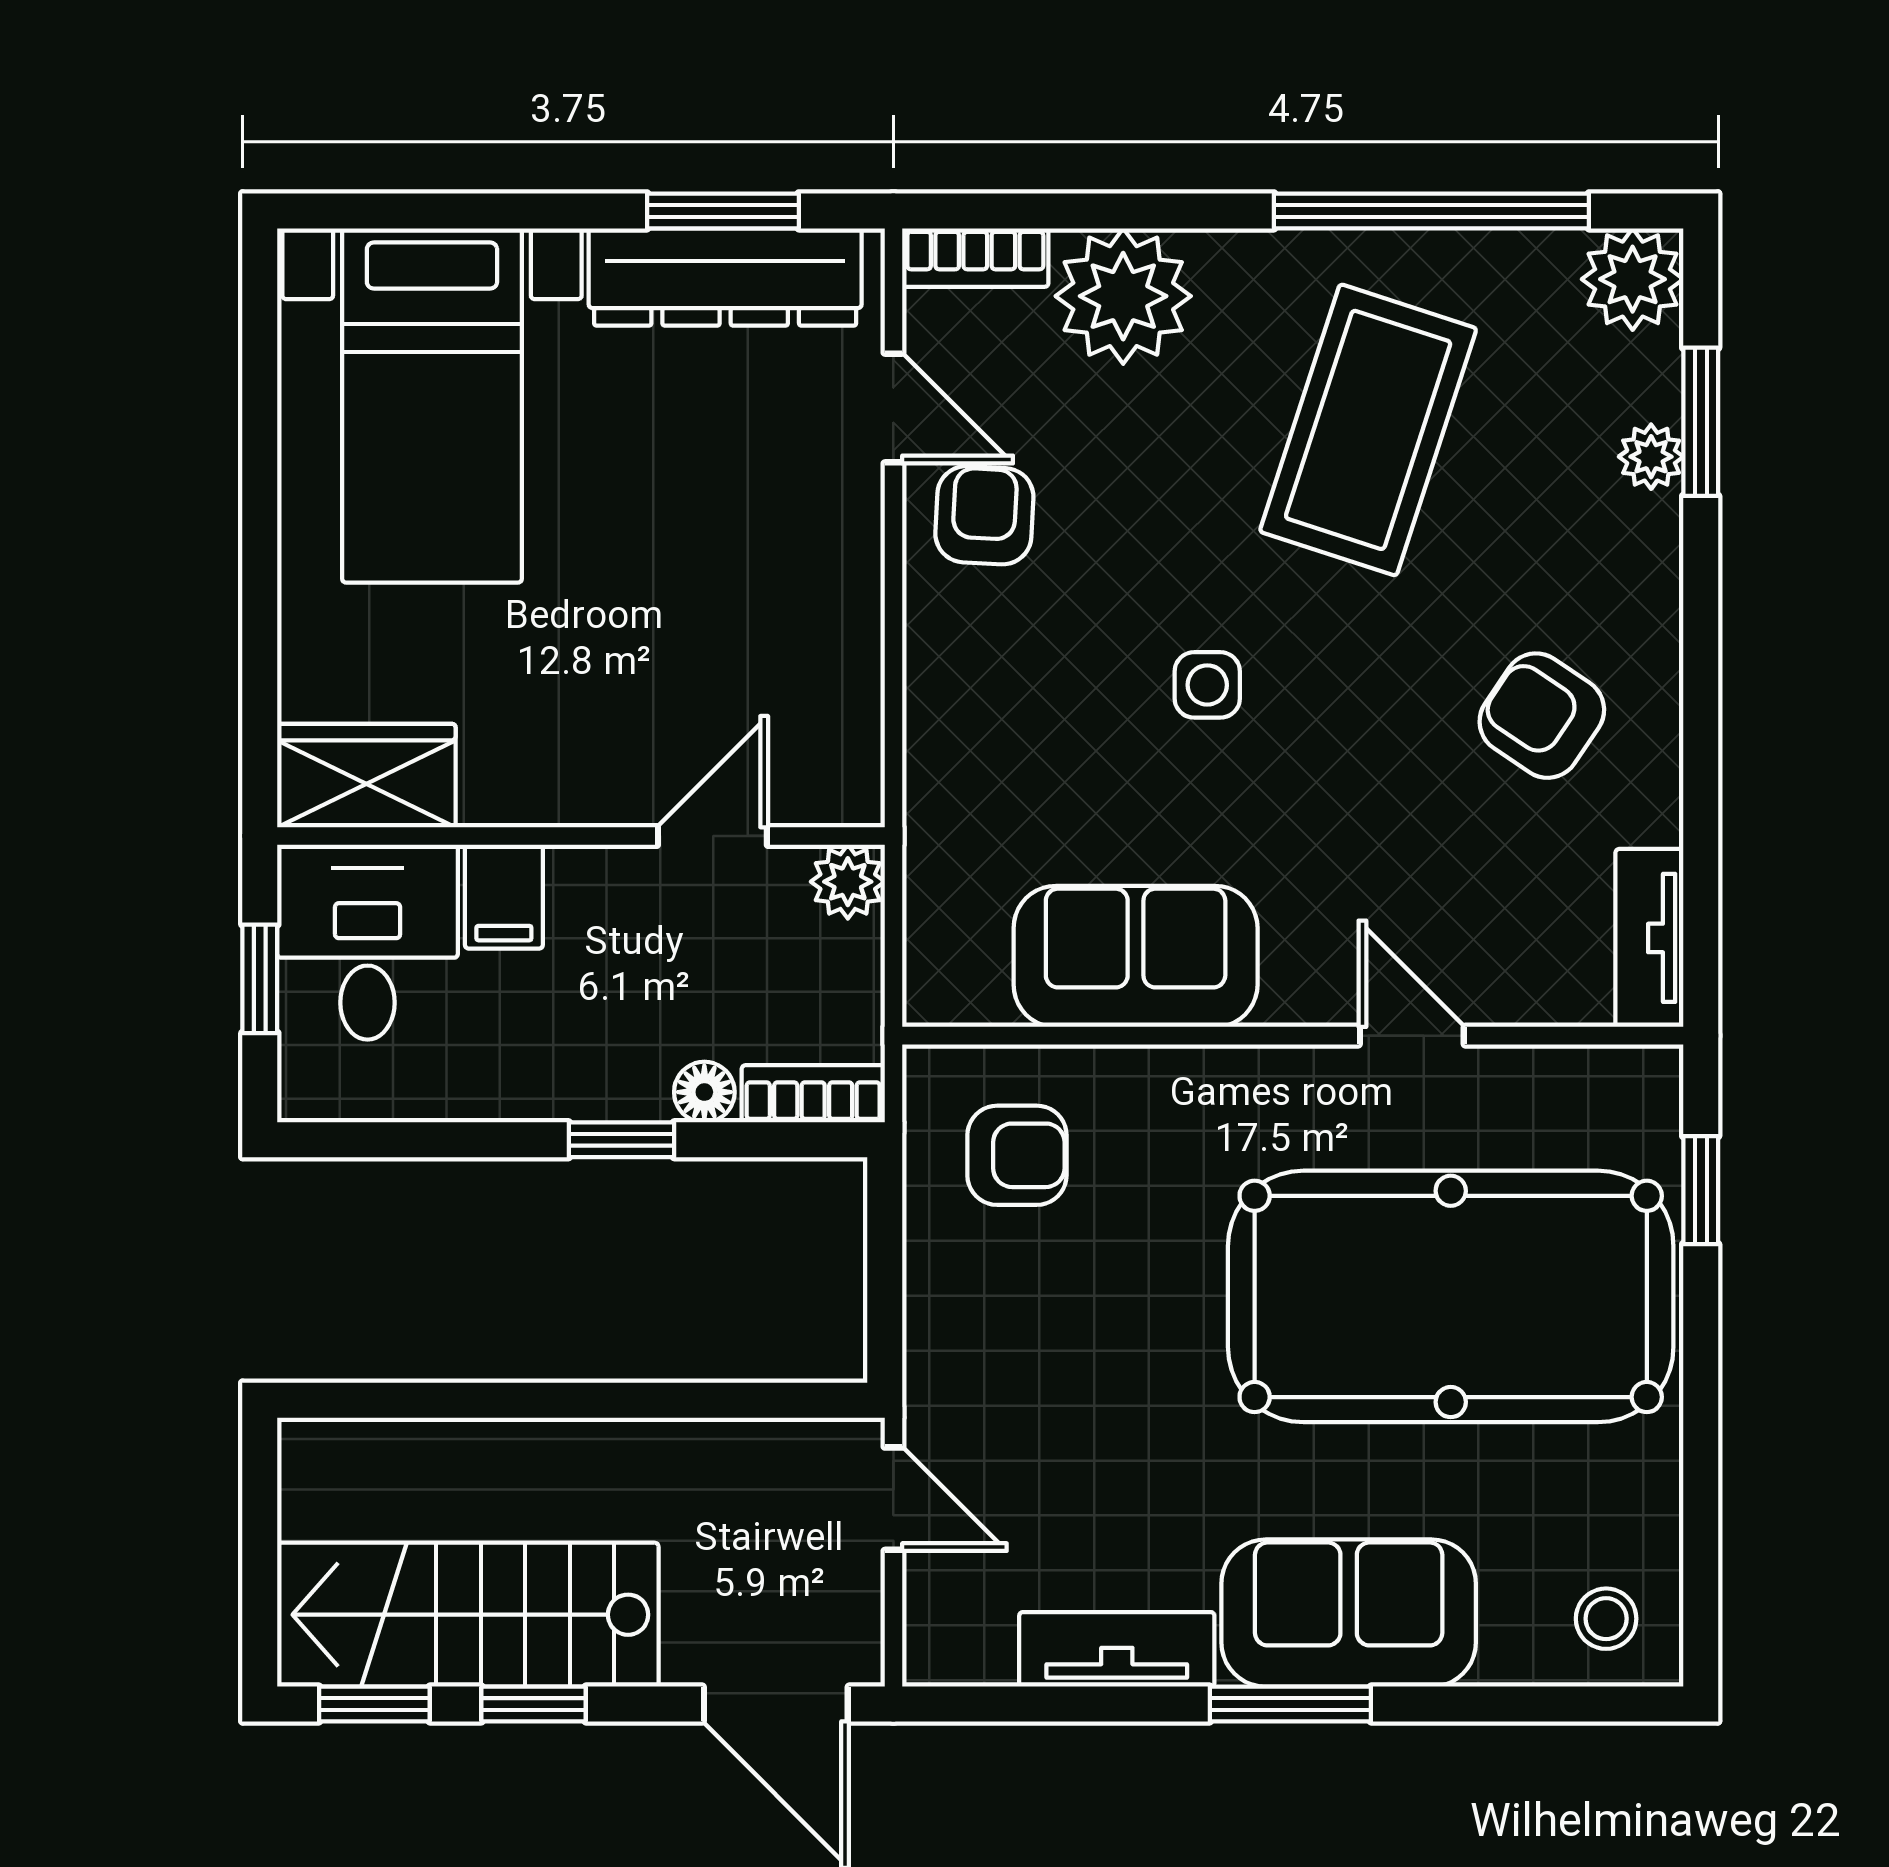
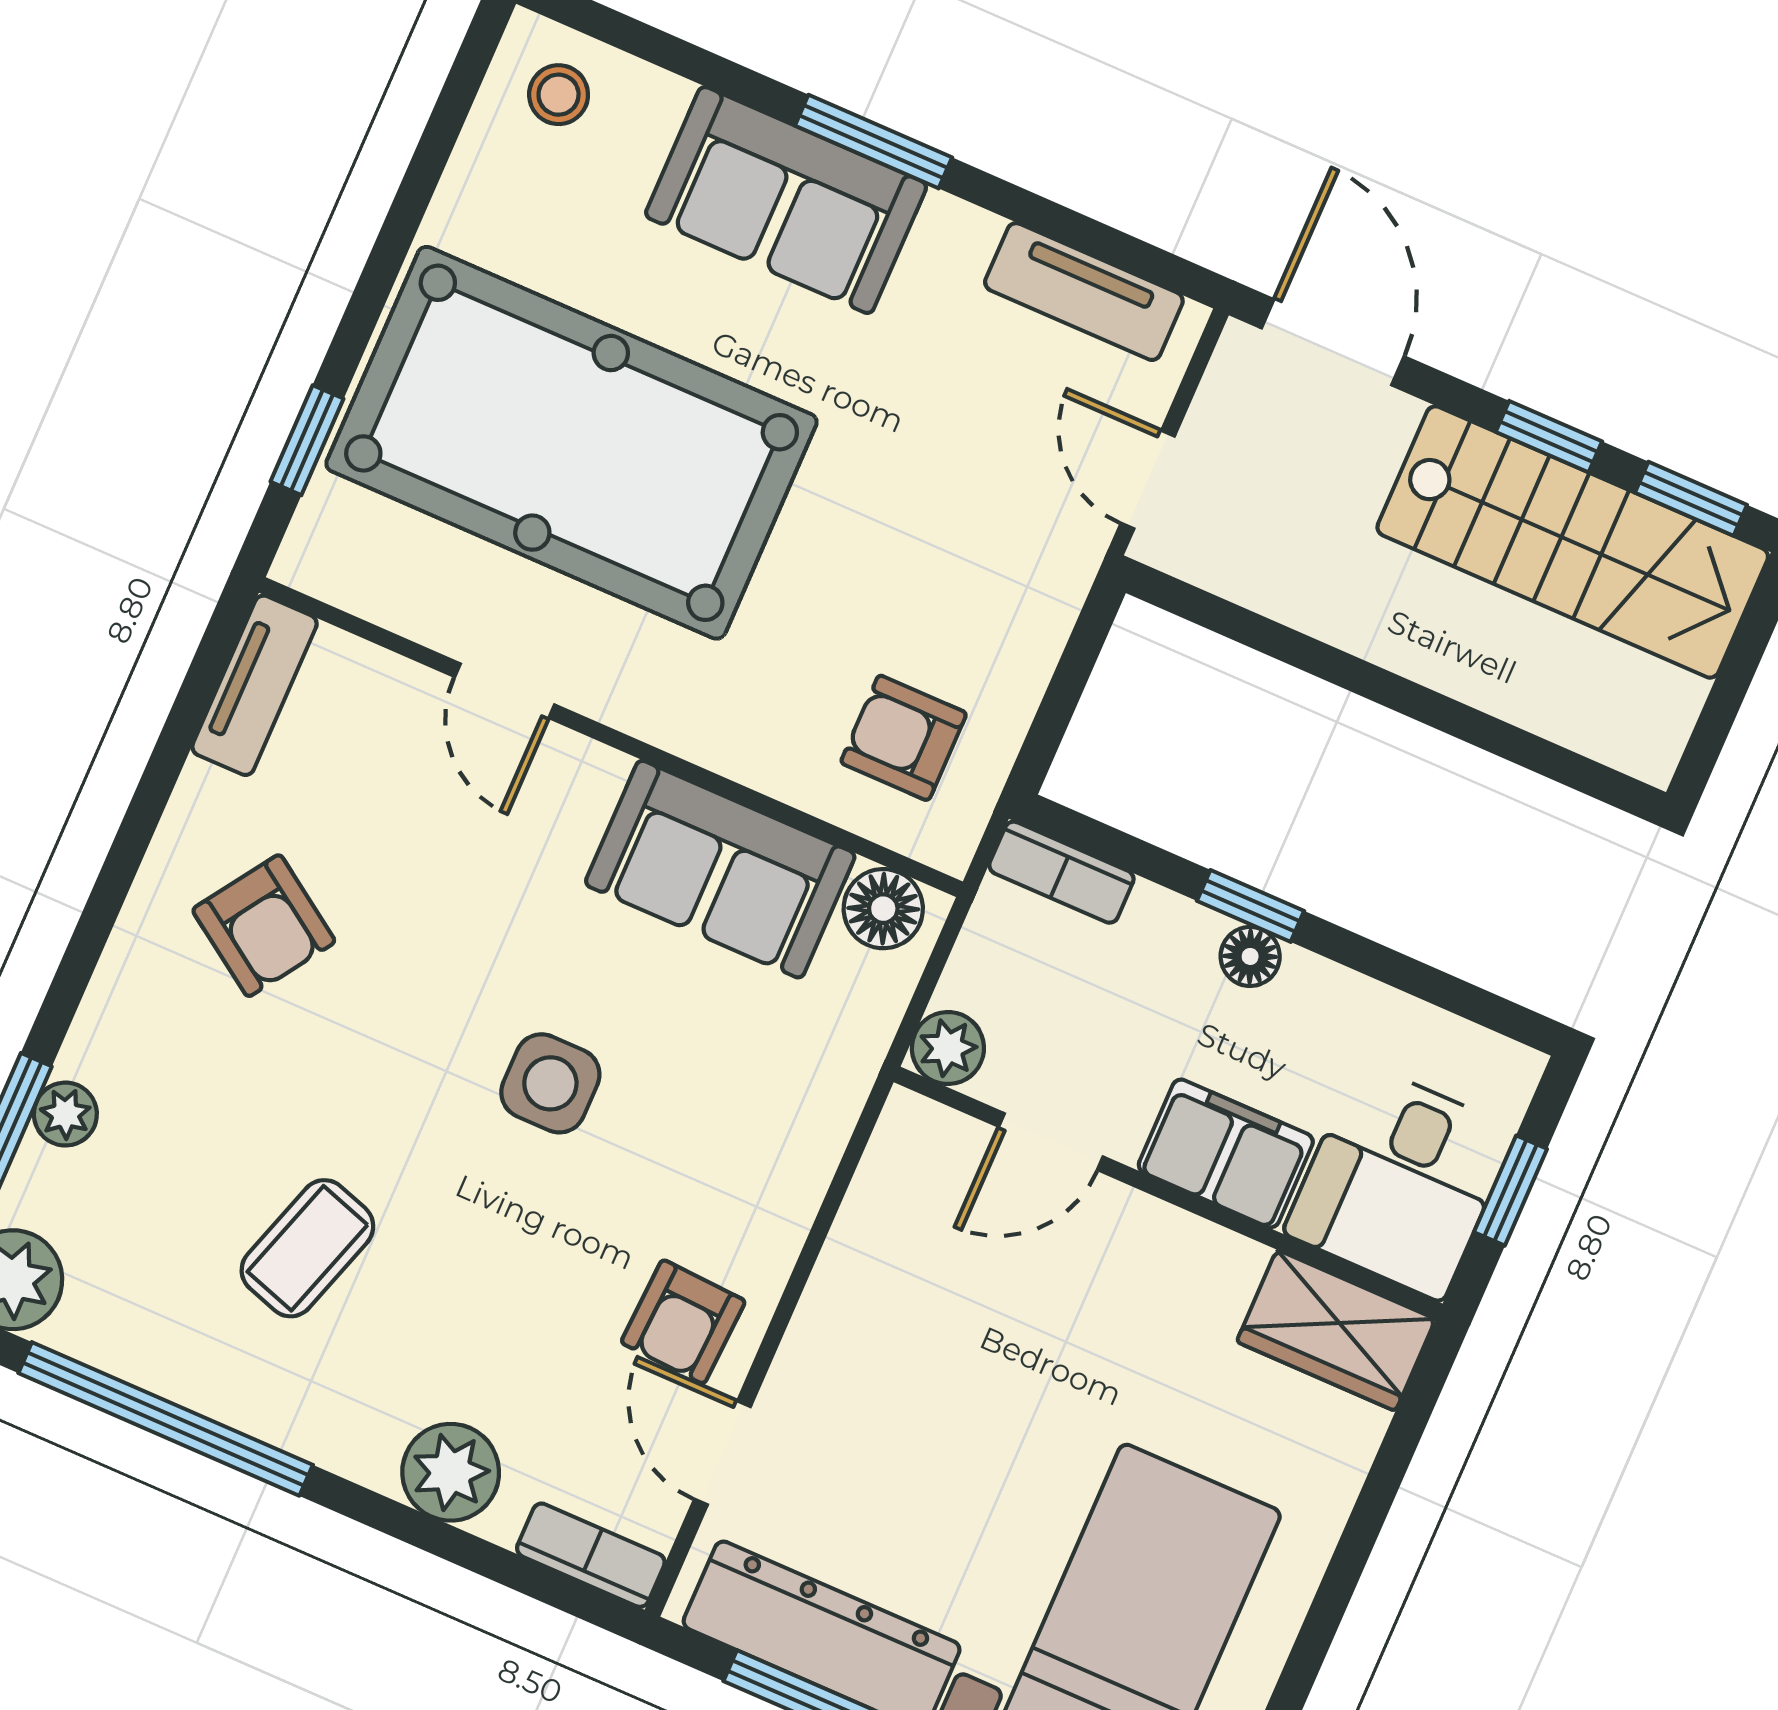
plant: (1123, 296) -> (451, 1472), width x0.73, depth x0.73
coffee table: (1368, 430) -> (307, 1248), width x0.54, depth x0.58
side table: (1207, 685) -> (550, 1083), width x1.37, depth x1.37
filing cabinet: (504, 897) -> (1226, 1153), width x2.00
floor lamp: (966, 986) -> (883, 909), added
floor lamp: (704, 1092) -> (1250, 956), moved
tv unit: (1117, 1649) -> (1084, 292), moved

